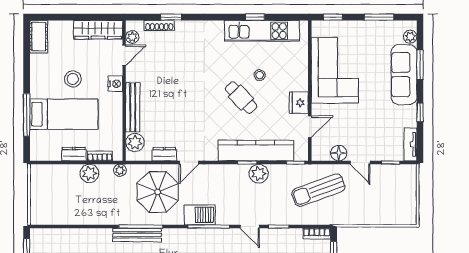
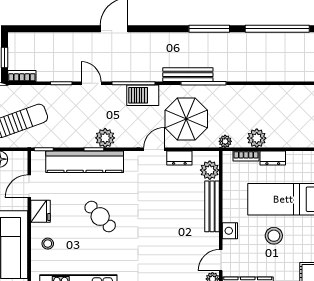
stool: (260, 75) -> (48, 244), moved
plant: (259, 174) -> (105, 138), moved
bench: (137, 235) -> (188, 75), moved

